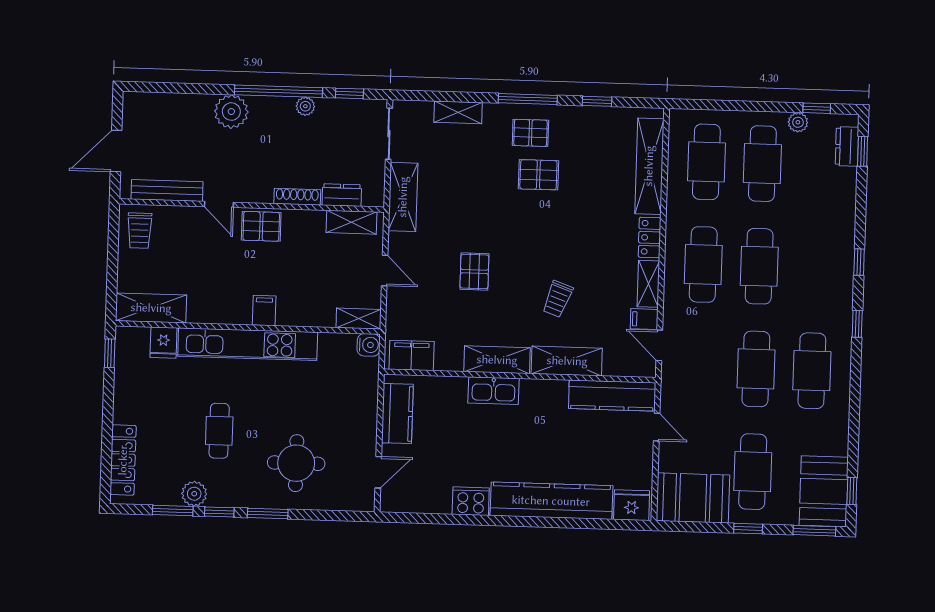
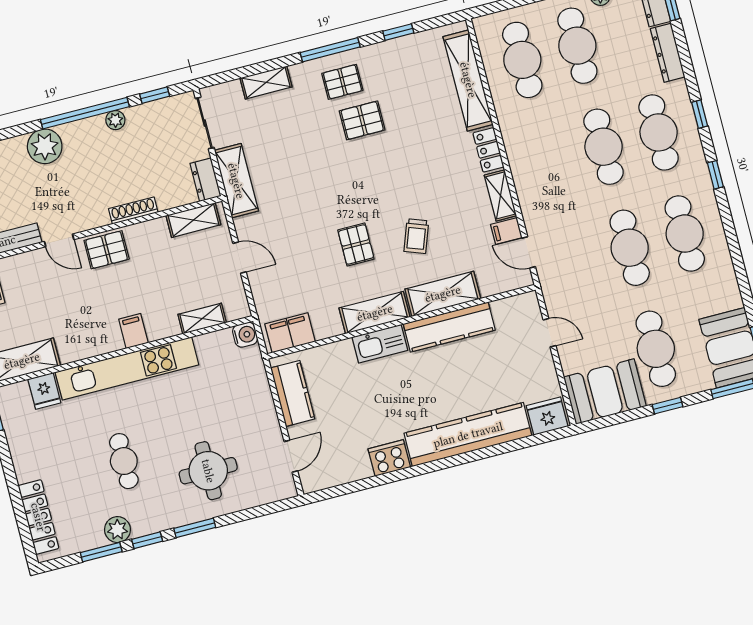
dresser: (342, 195) -> (205, 180), moved, turned -90
dresser: (846, 195) -> (668, 53), added
cafe table: (703, 265) -> (659, 132), moved
pallet: (474, 271) -> (356, 244), moved
shelving: (359, 319) -> (202, 319), moved
kitchen counter: (612, 396) -> (449, 327), moved

